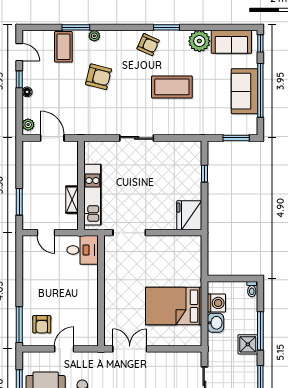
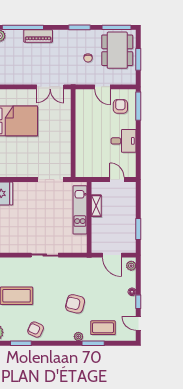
coffee table: (63, 47) -> (103, 328), turned 90
window: (19, 202) -> (138, 229), moved
desk: (83, 250) -> (124, 141), moved, turned 180
door: (64, 349) -> (102, 87), hinge flipped

